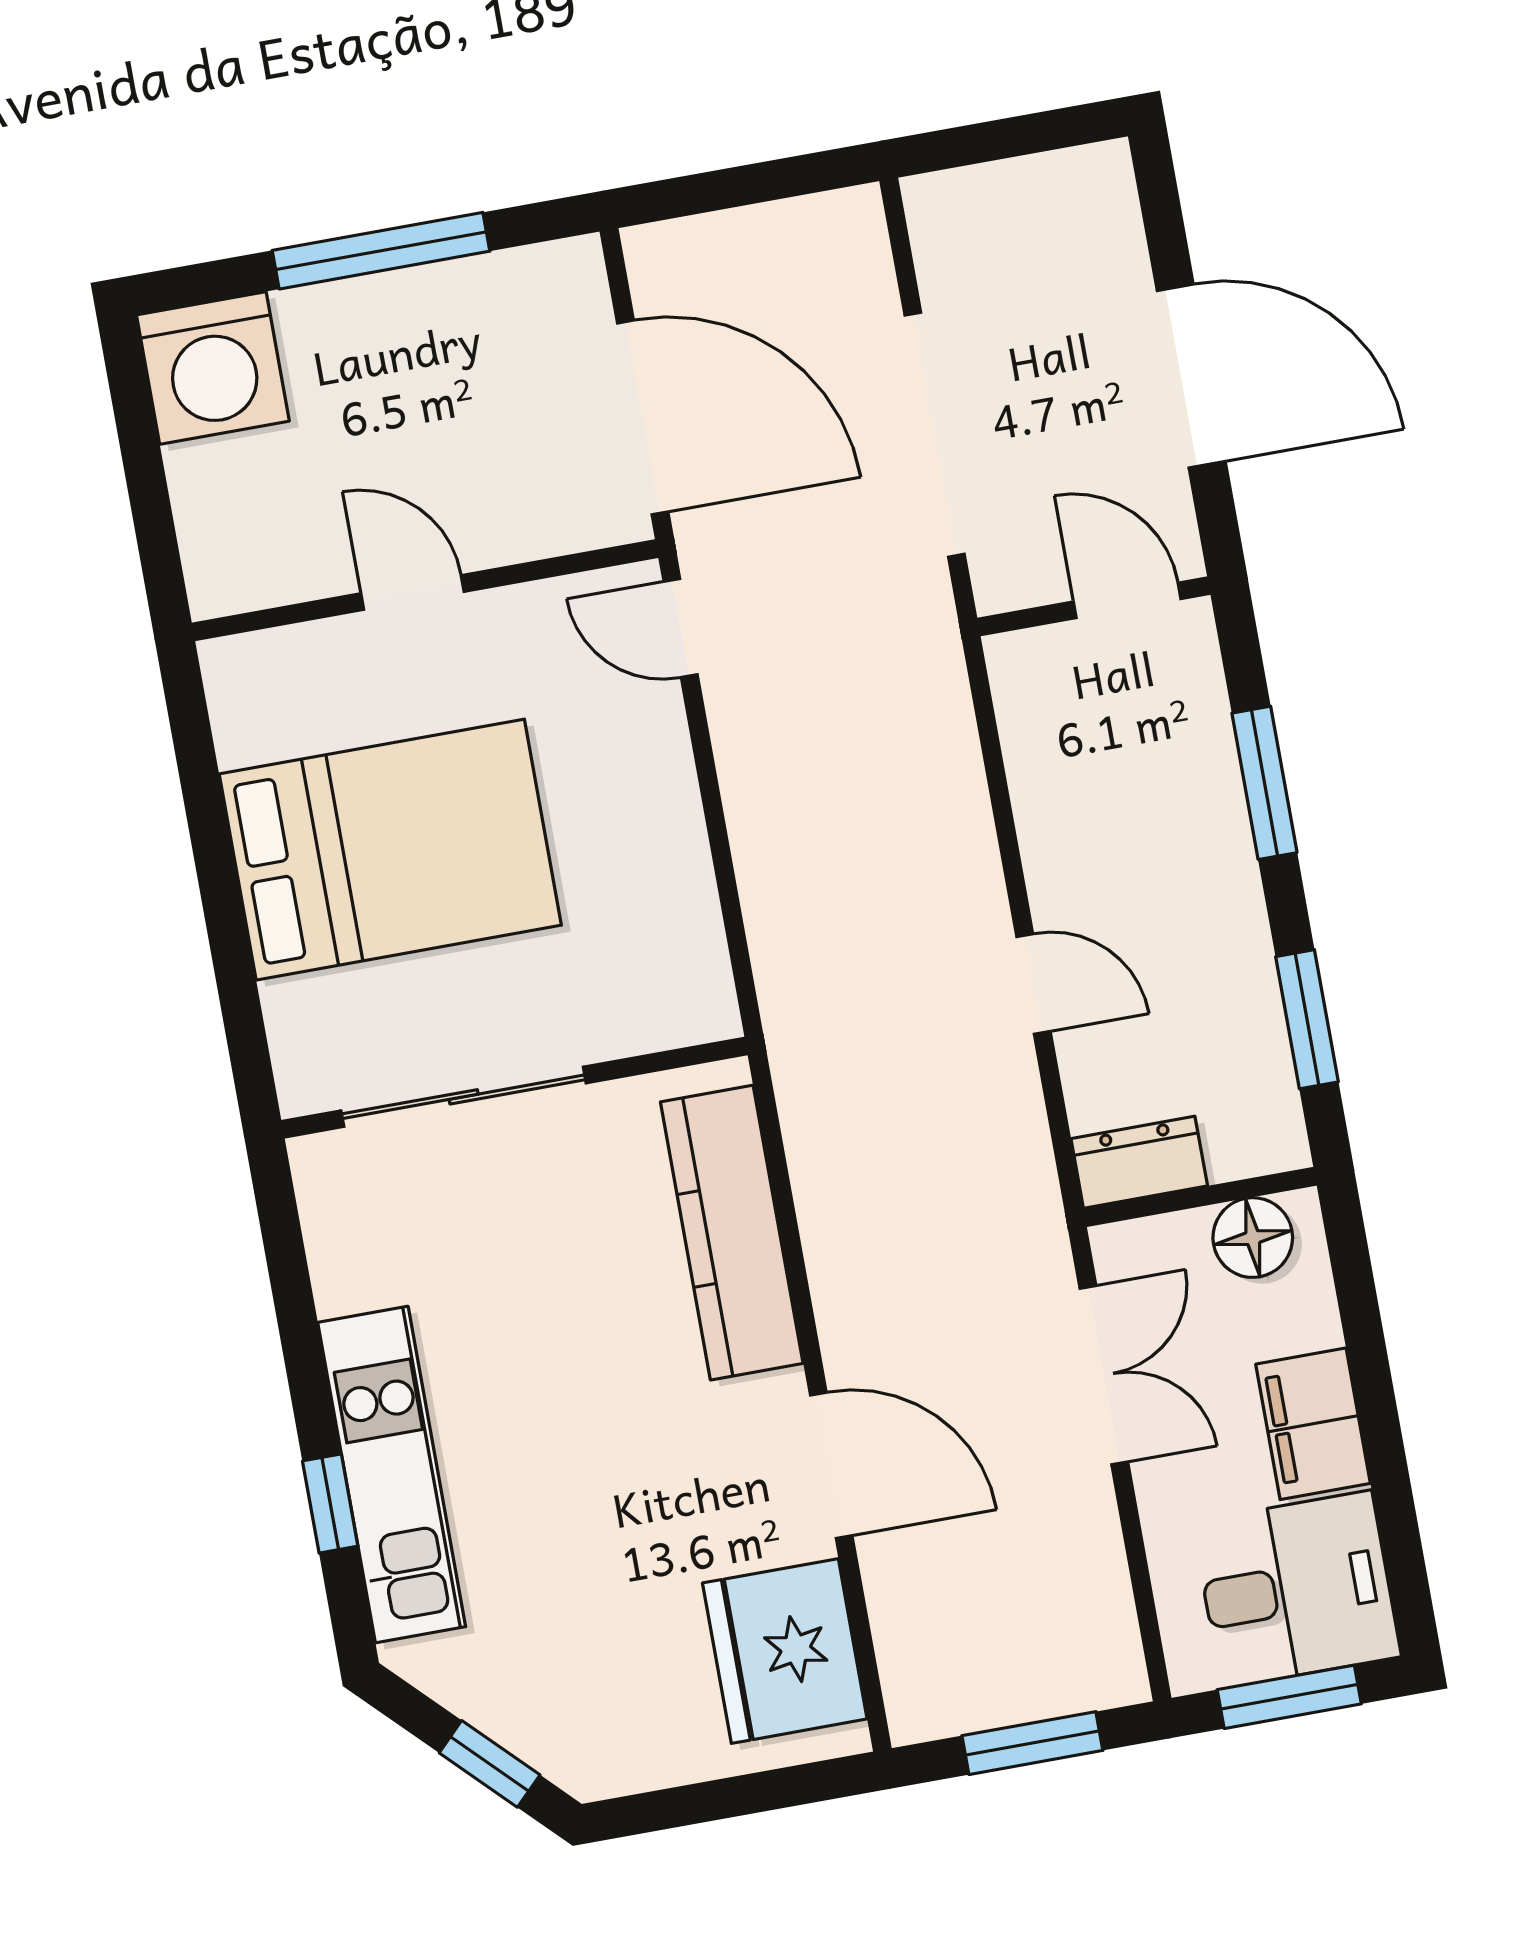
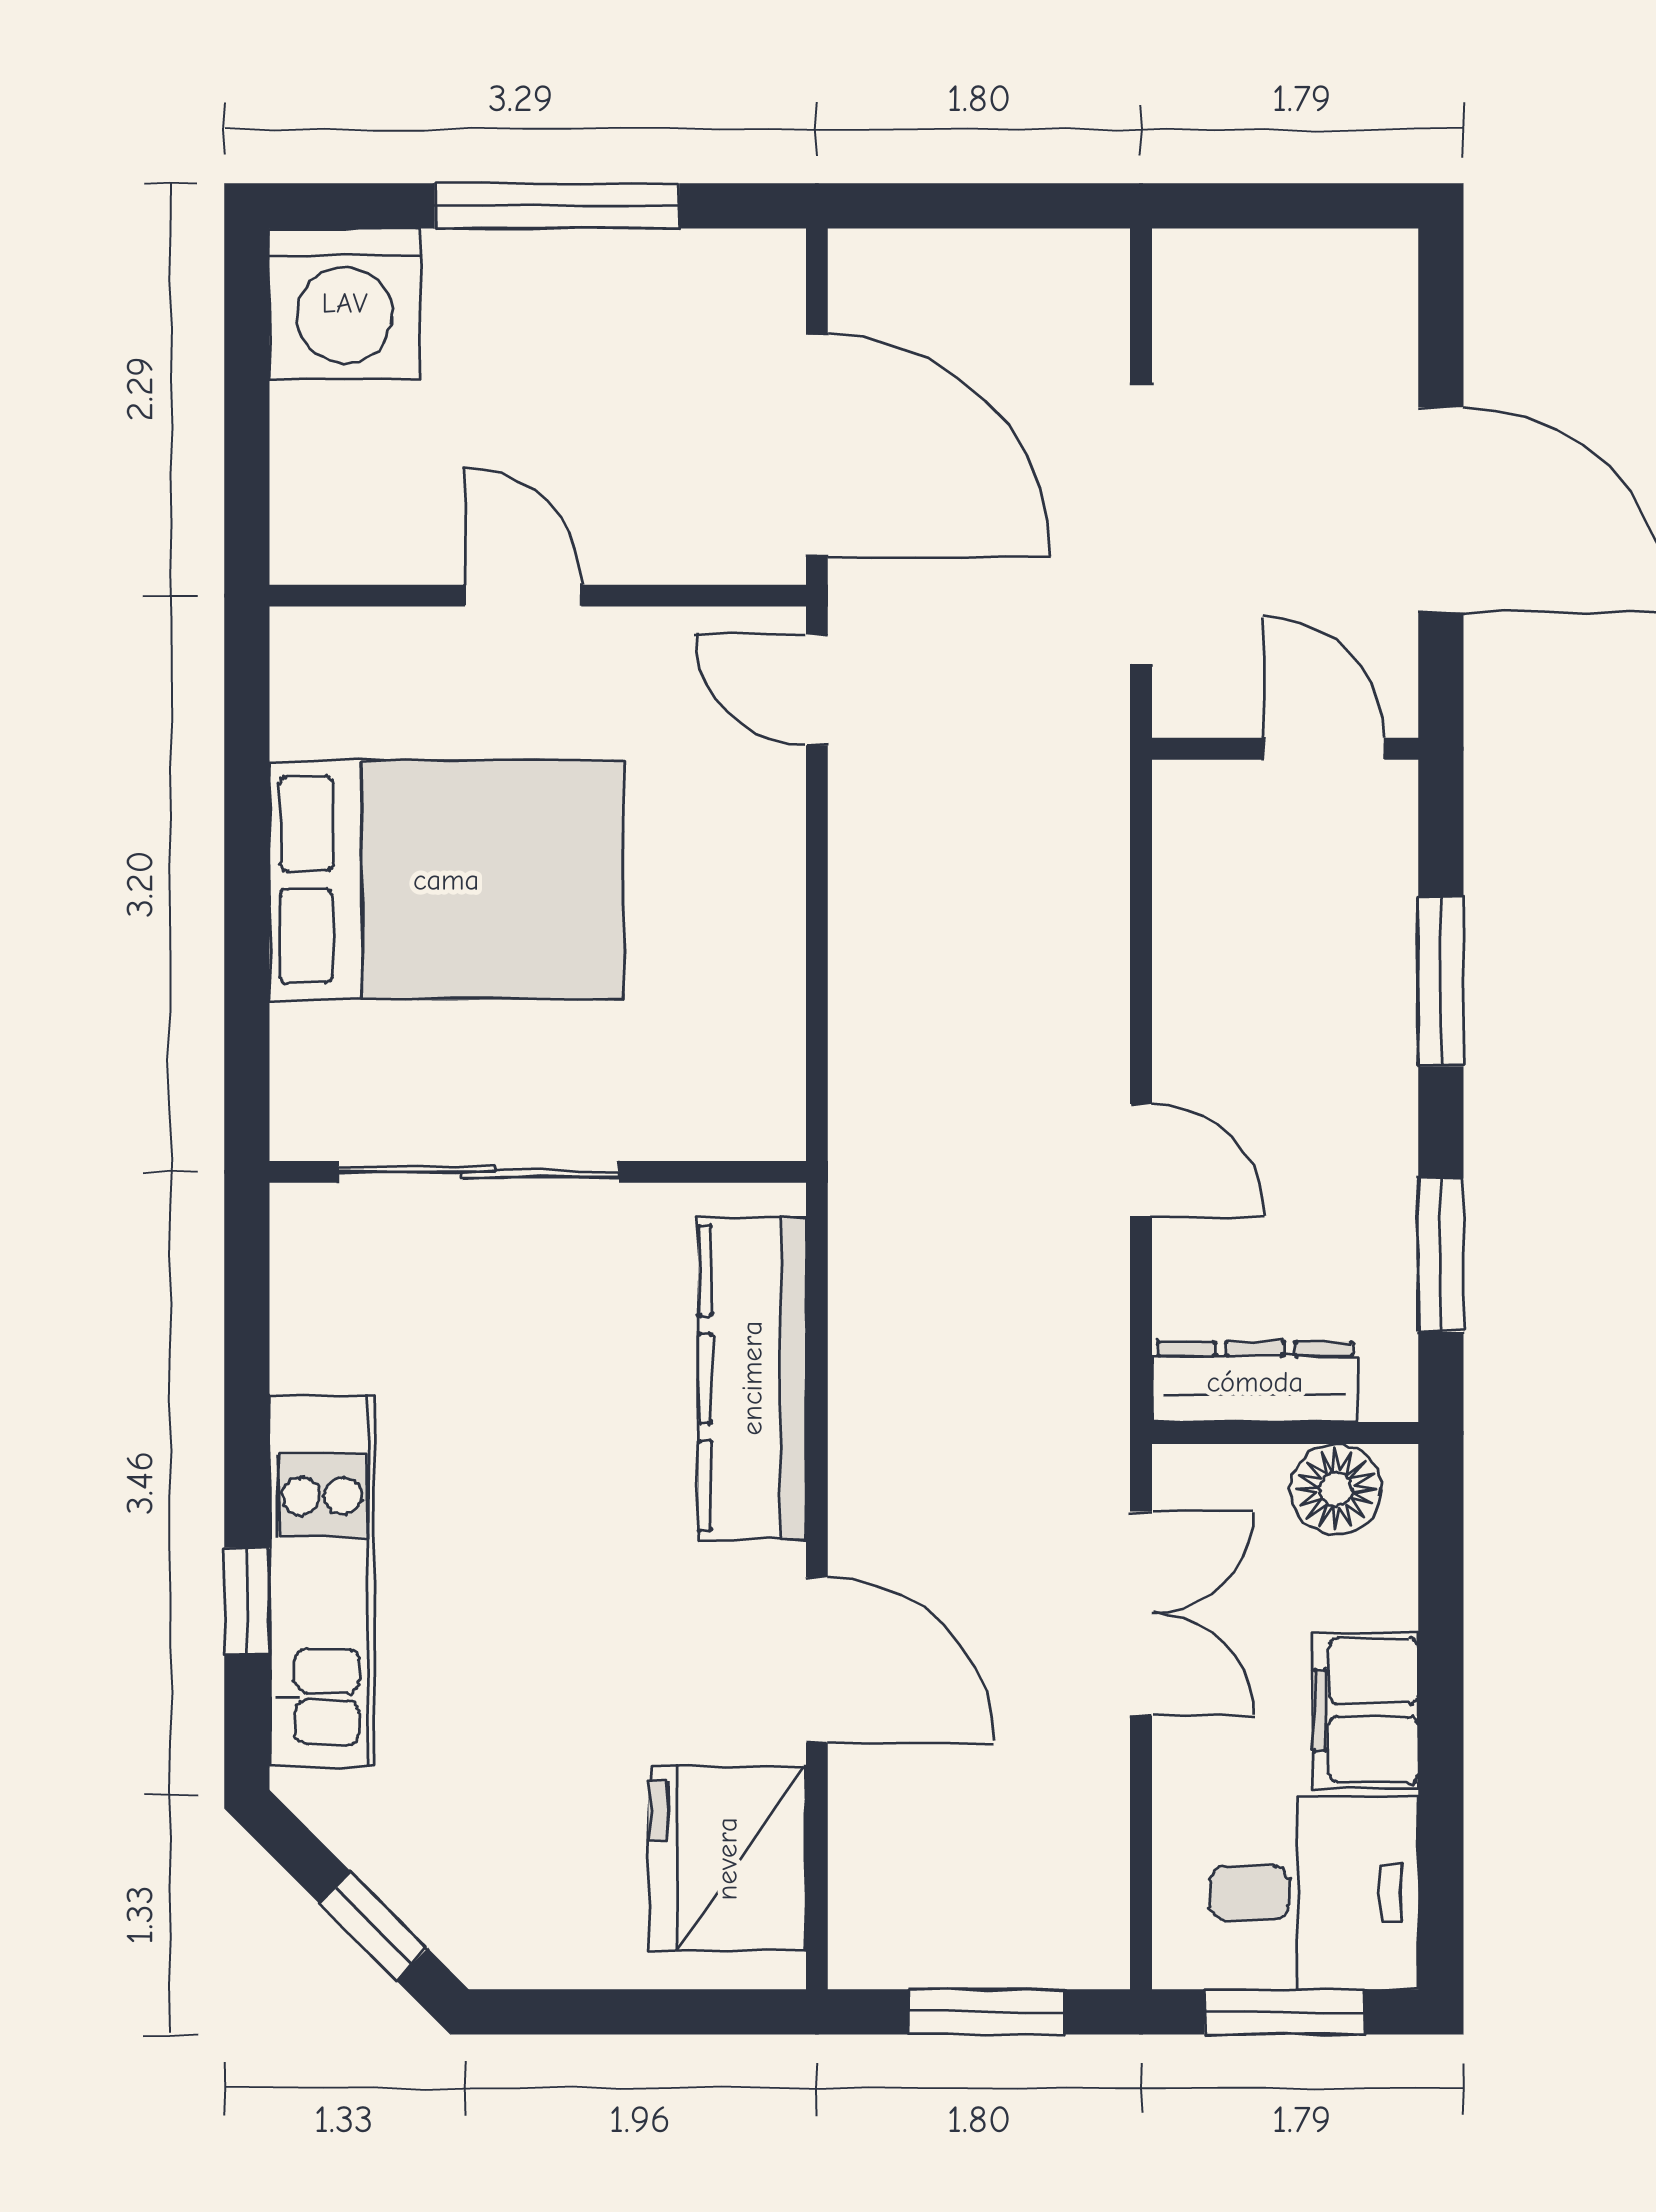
dresser: (1139, 1162) -> (1255, 1382), width x1.44

